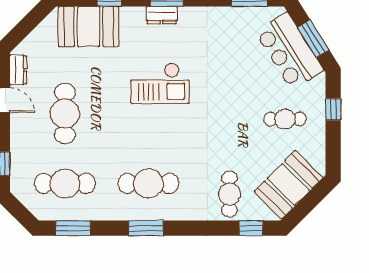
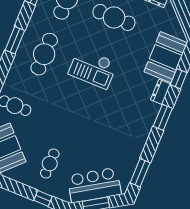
dresser: (162, 15) -> (160, 92), moved
checkout: (160, 83) -> (93, 68), moved, turned -90

